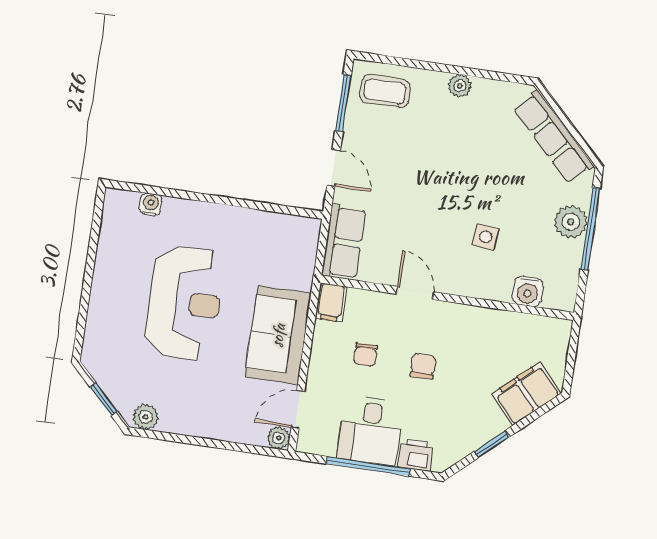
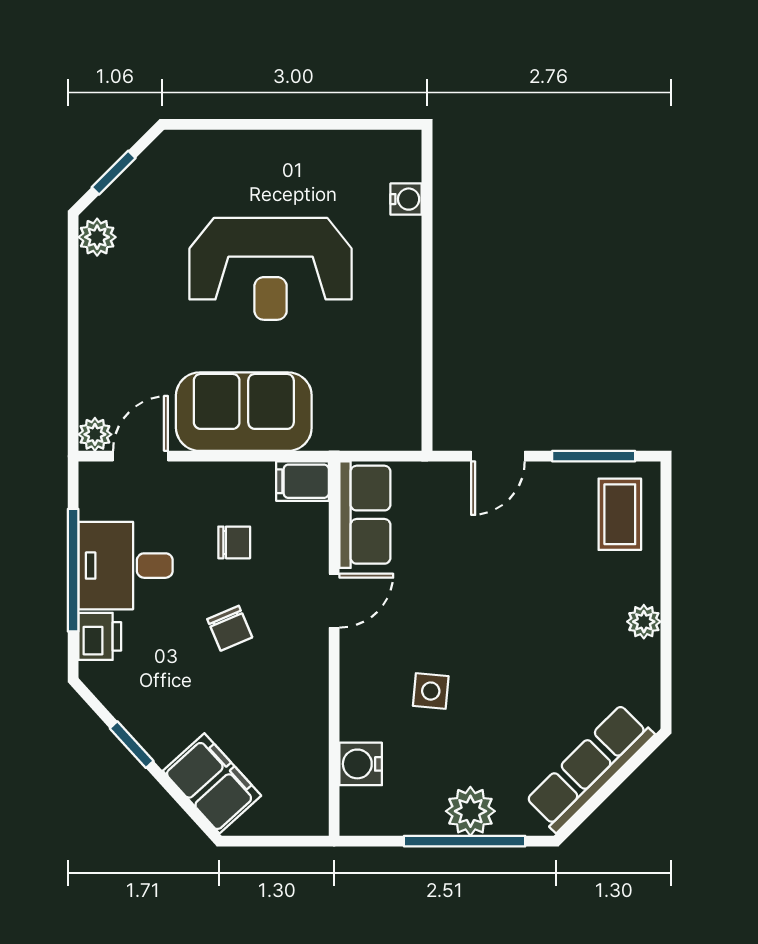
row of seats: (344, 242) -> (365, 515), moved, turned -90
chair: (366, 355) -> (234, 542), turned 180
chair: (423, 366) -> (230, 628), turned 67
door: (298, 409) -> (140, 456), hinge flipped

